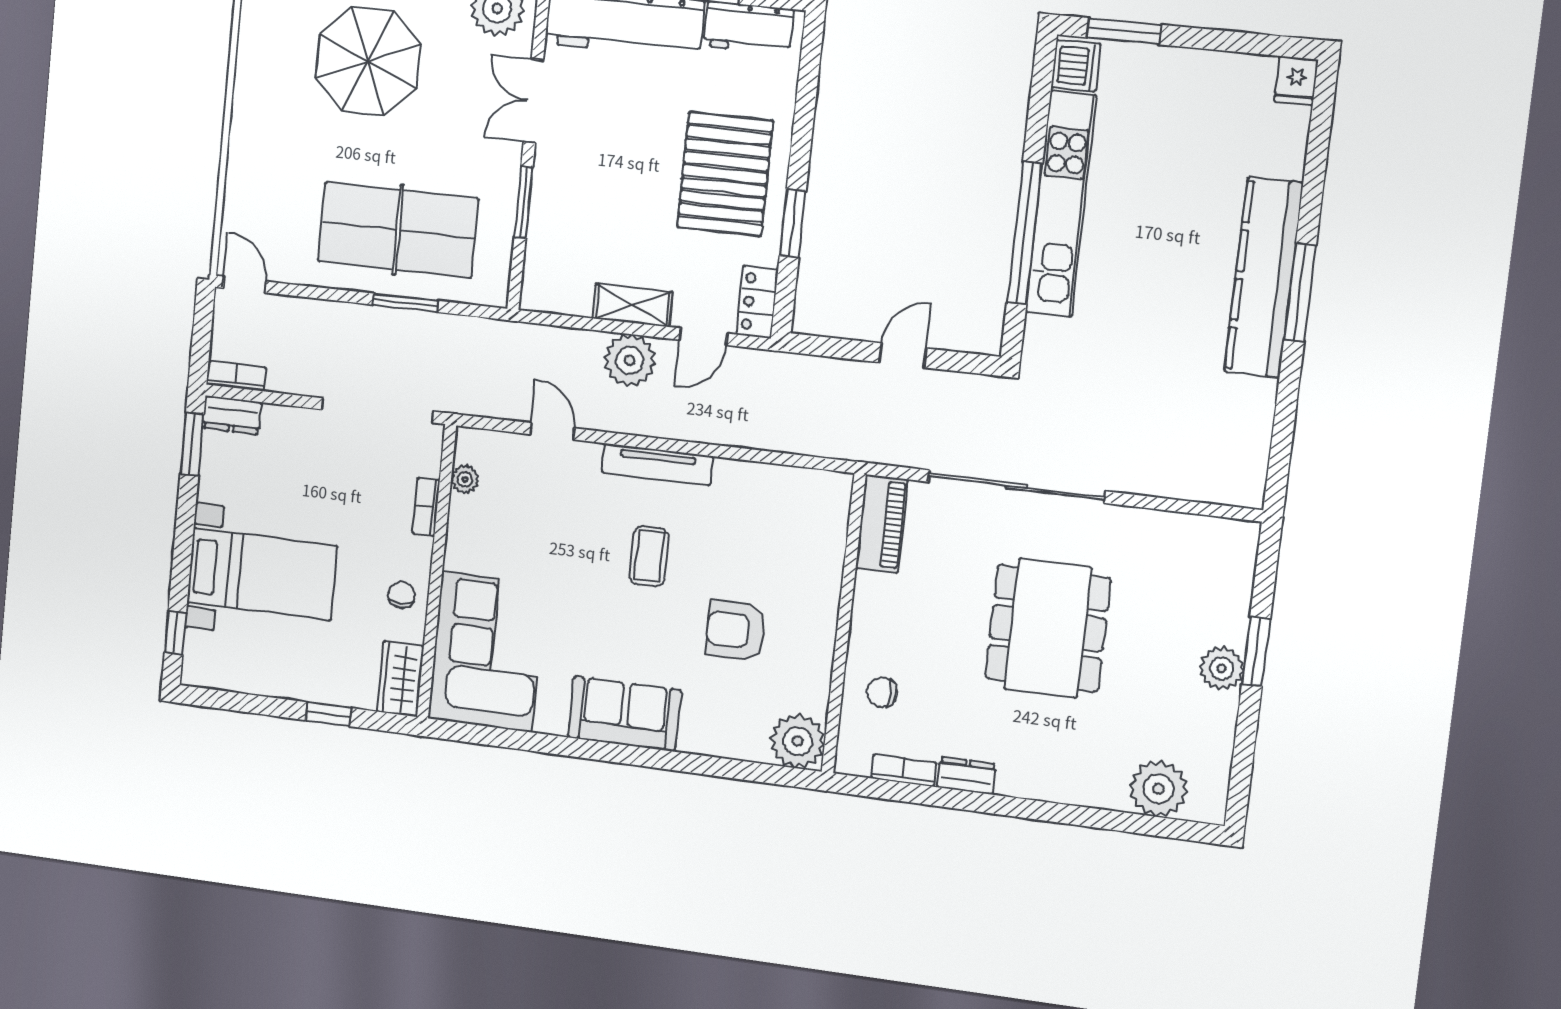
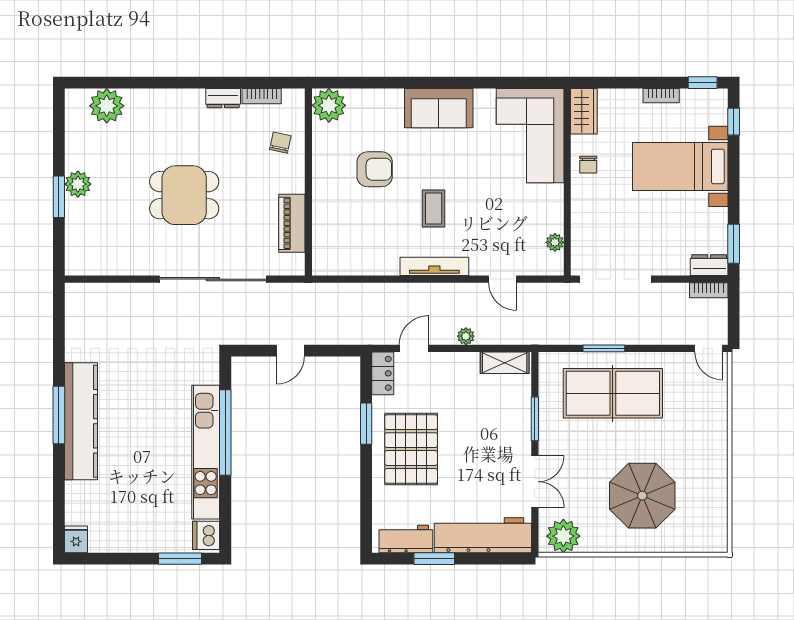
shelving: (633, 305) -> (505, 363), moved
plant: (630, 360) -> (466, 336), width x0.53, depth x0.53
bookcase: (426, 507) -> (661, 96), moved, turned 90
piano: (882, 524) -> (292, 223), moved
dining table: (1048, 628) -> (184, 195), width x0.73
chair: (882, 692) -> (280, 143), turned -78
window: (329, 714) -> (703, 83), moved

